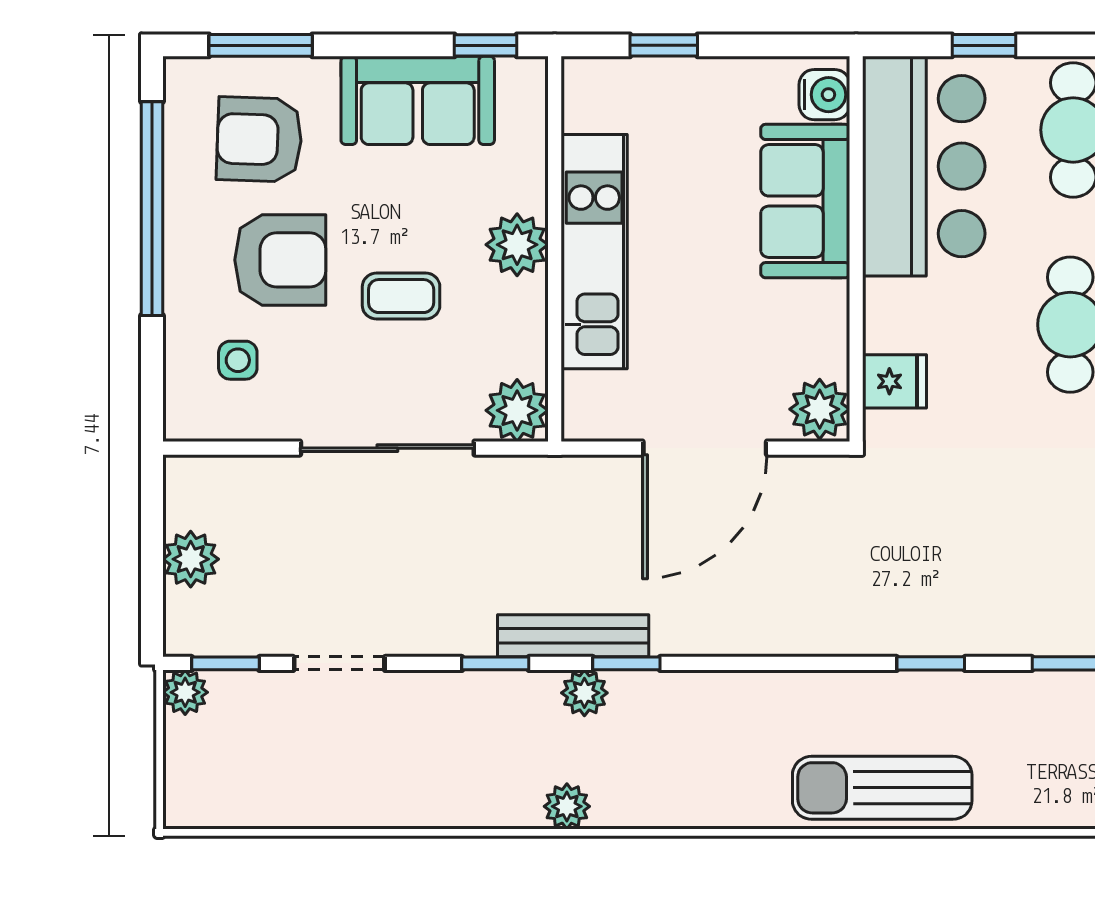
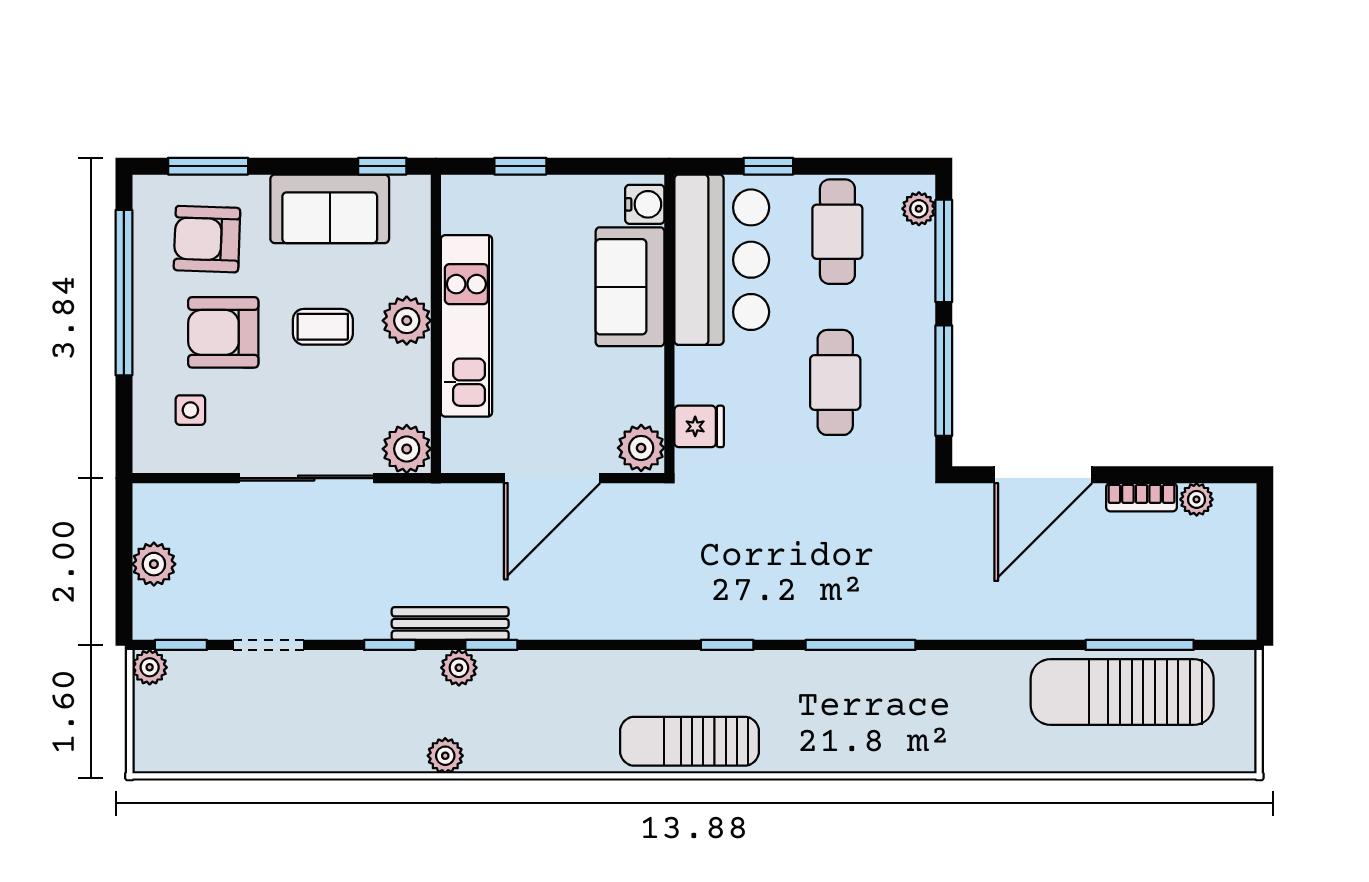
armchair: (280, 260) -> (223, 332), turned 180
coffee table: (401, 296) -> (323, 327), moved

